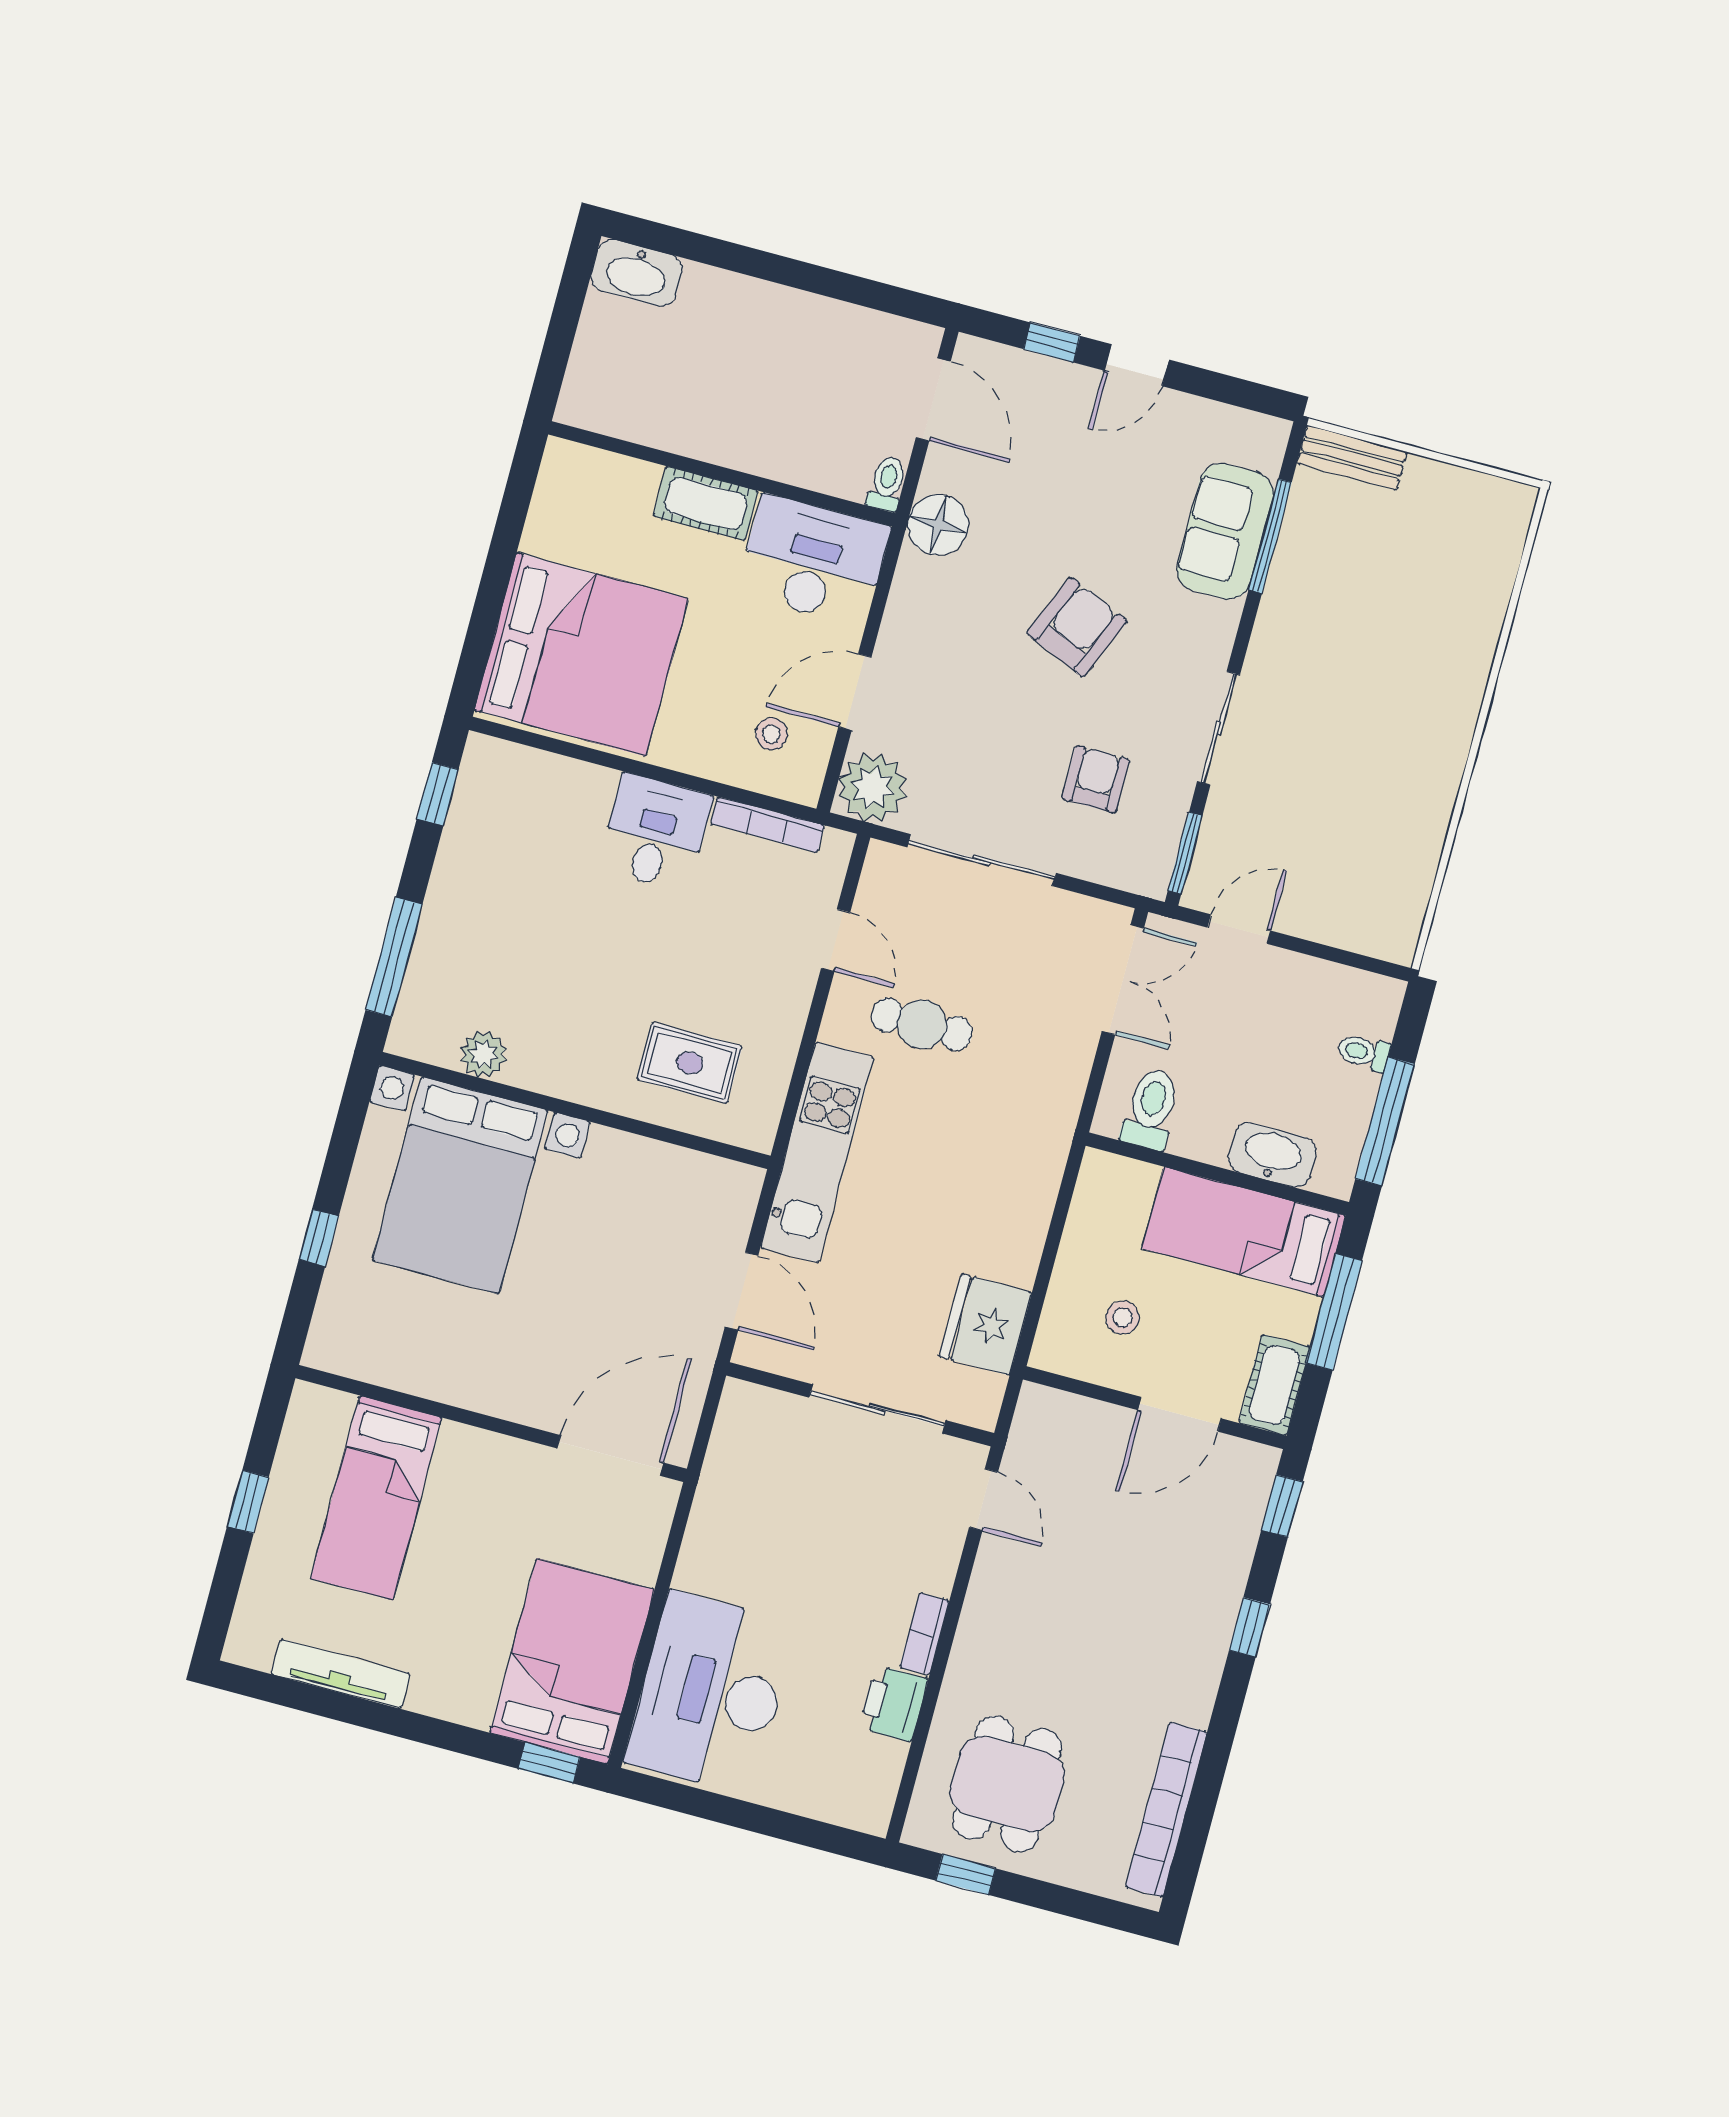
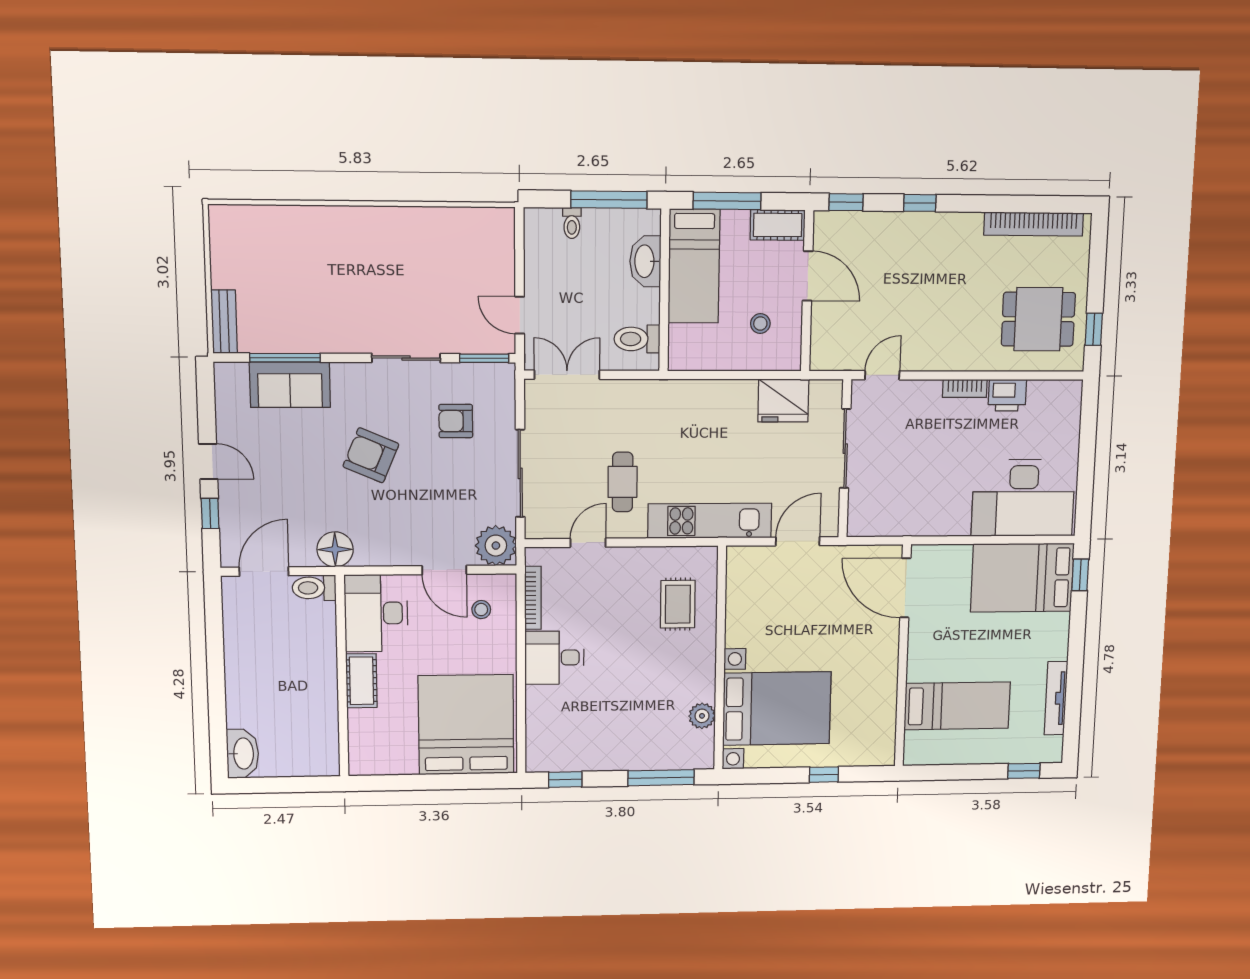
toilet: (887, 484) -> (314, 588), width x1.37, depth x1.39
window: (248, 1502) -> (1024, 771), moved

